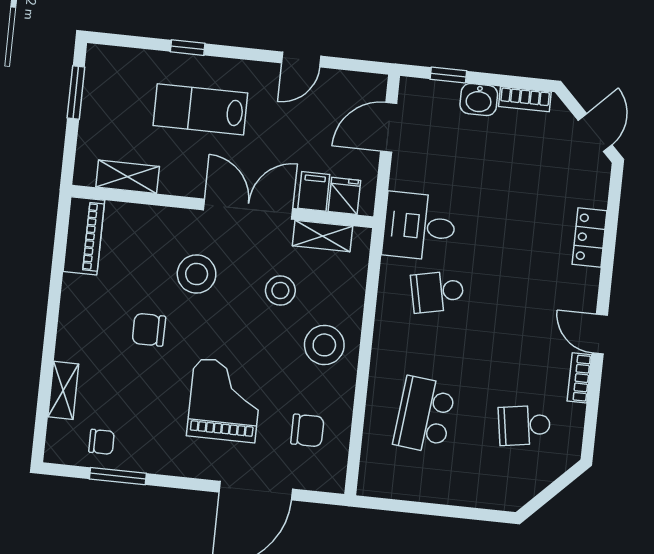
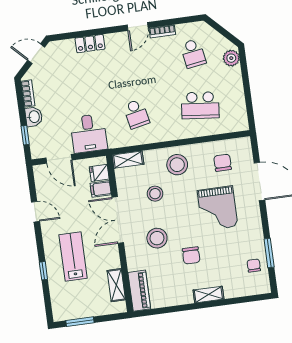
lab bench: (200, 109) -> (73, 257), turned 180
desk: (419, 226) -> (89, 133), moved
piano: (84, 236) -> (139, 291), moved, turned 90
shelving: (323, 236) -> (128, 160), moved, turned 90
shelving: (63, 390) -> (208, 295), moved
grand piano: (225, 400) -> (217, 208), turned -90
plant: (498, 494) -> (231, 58), added

